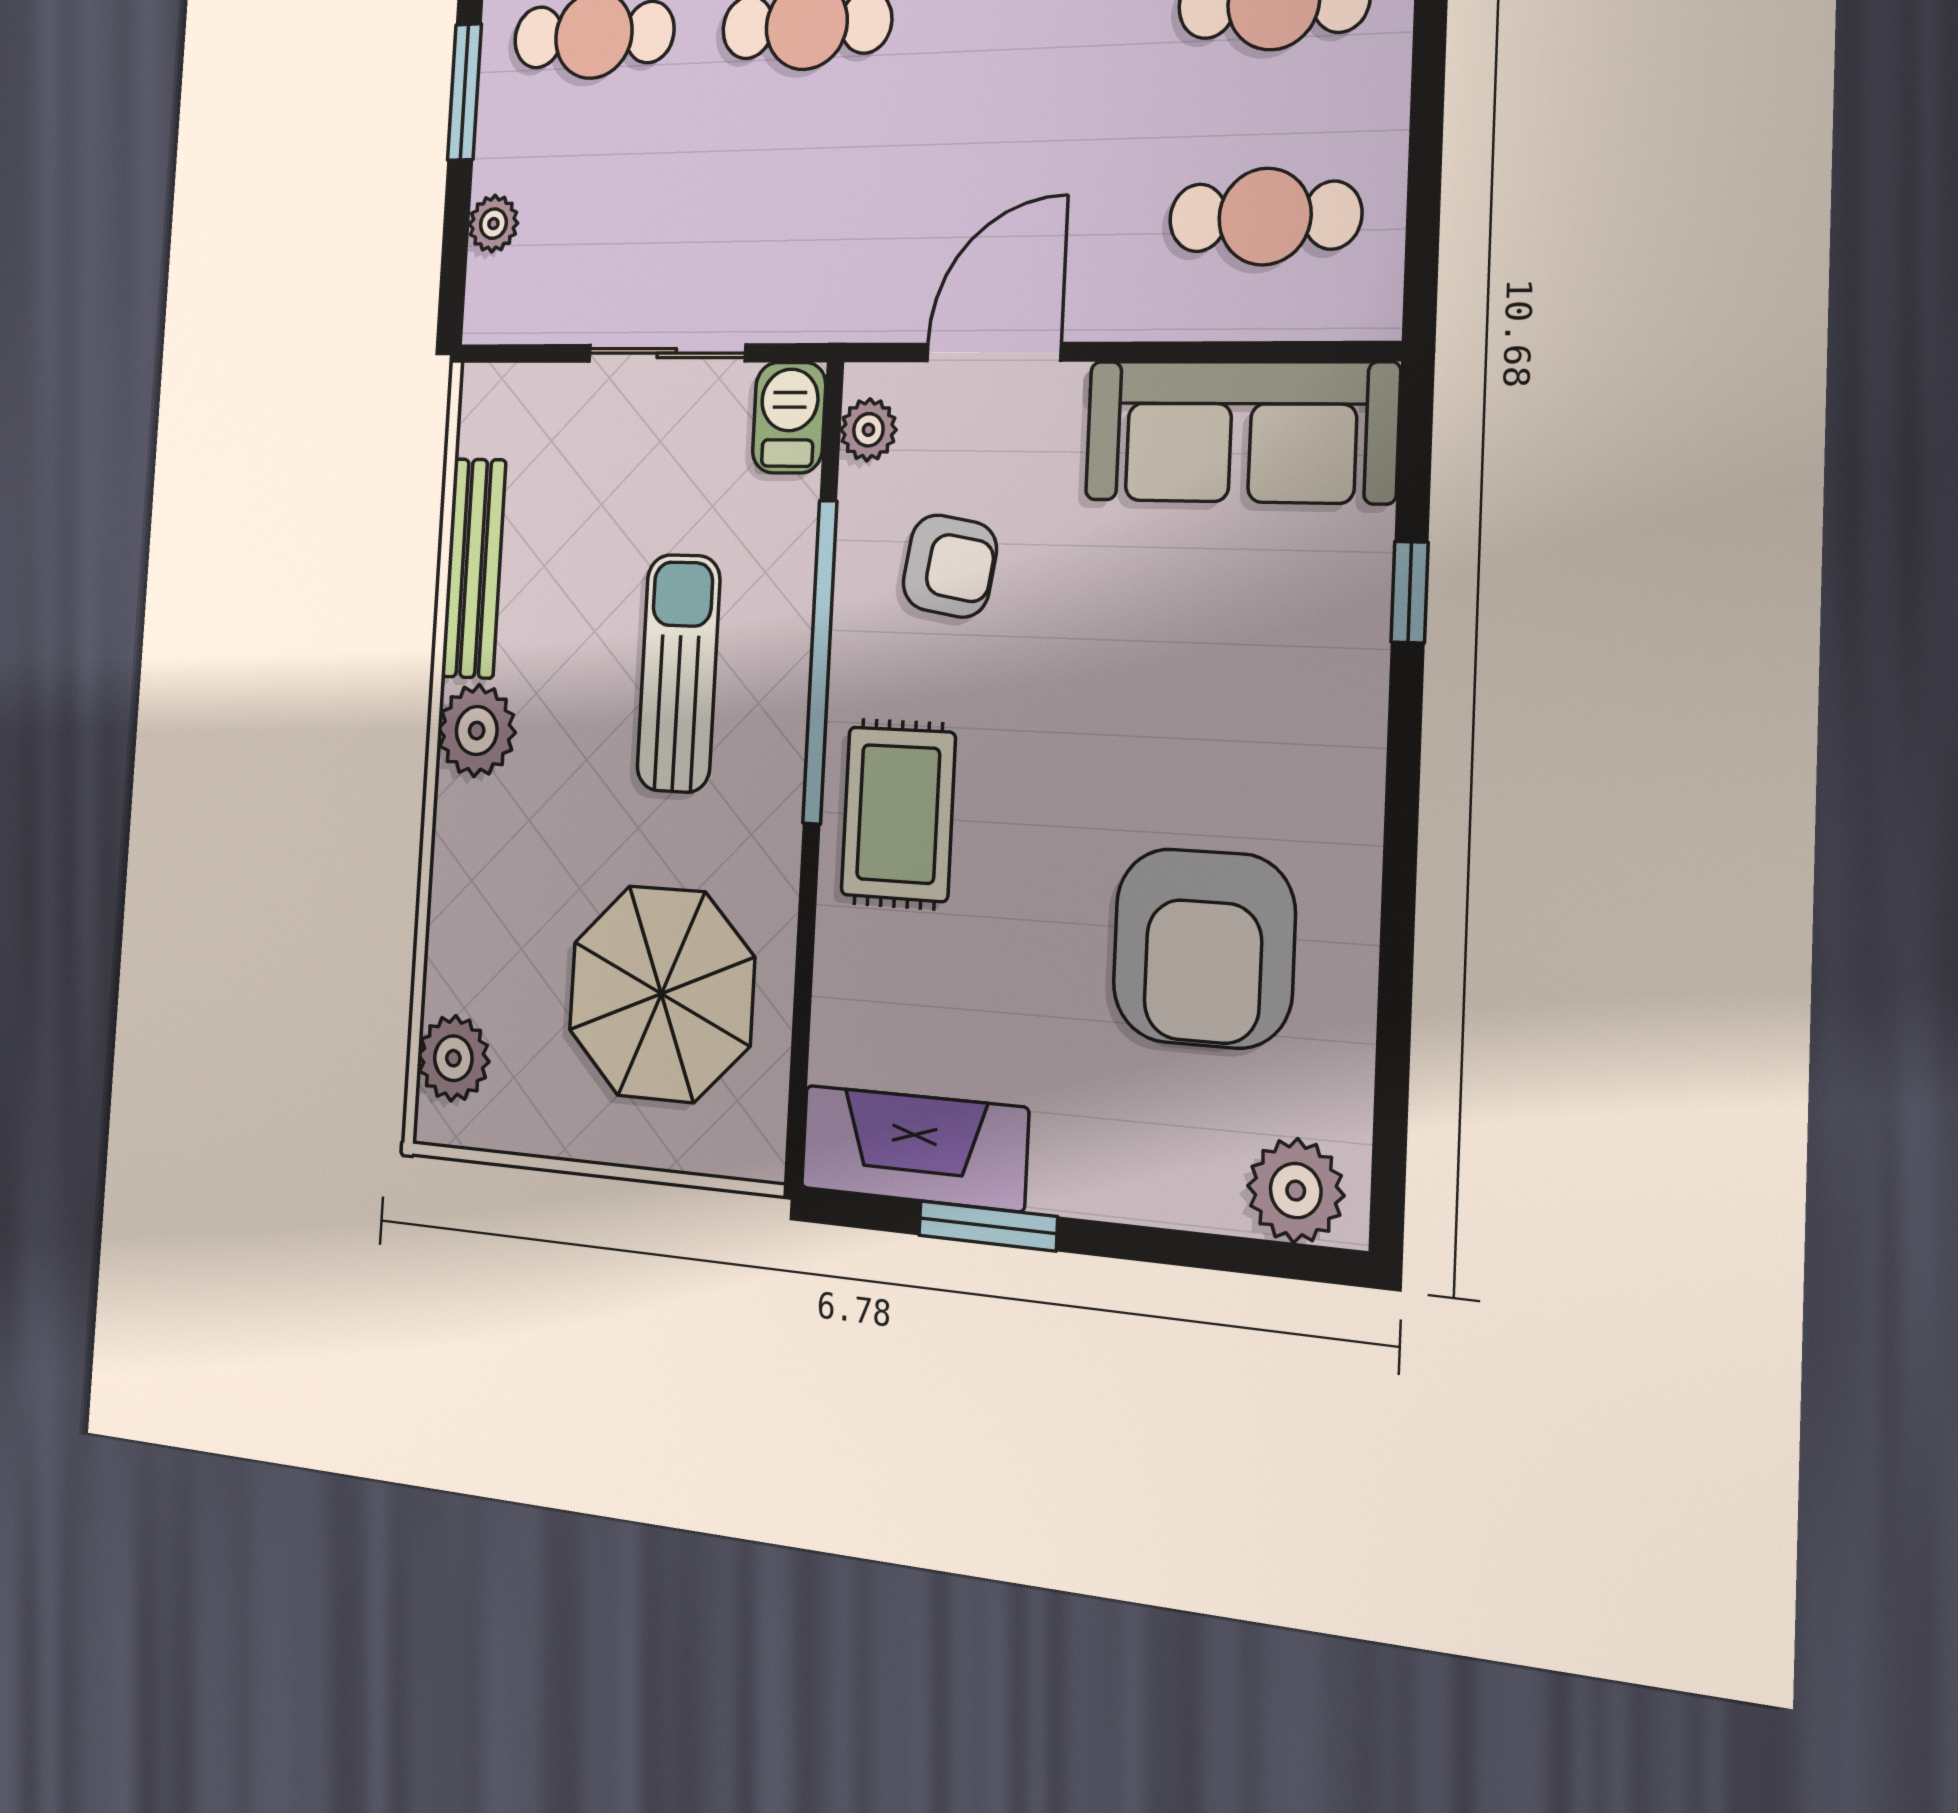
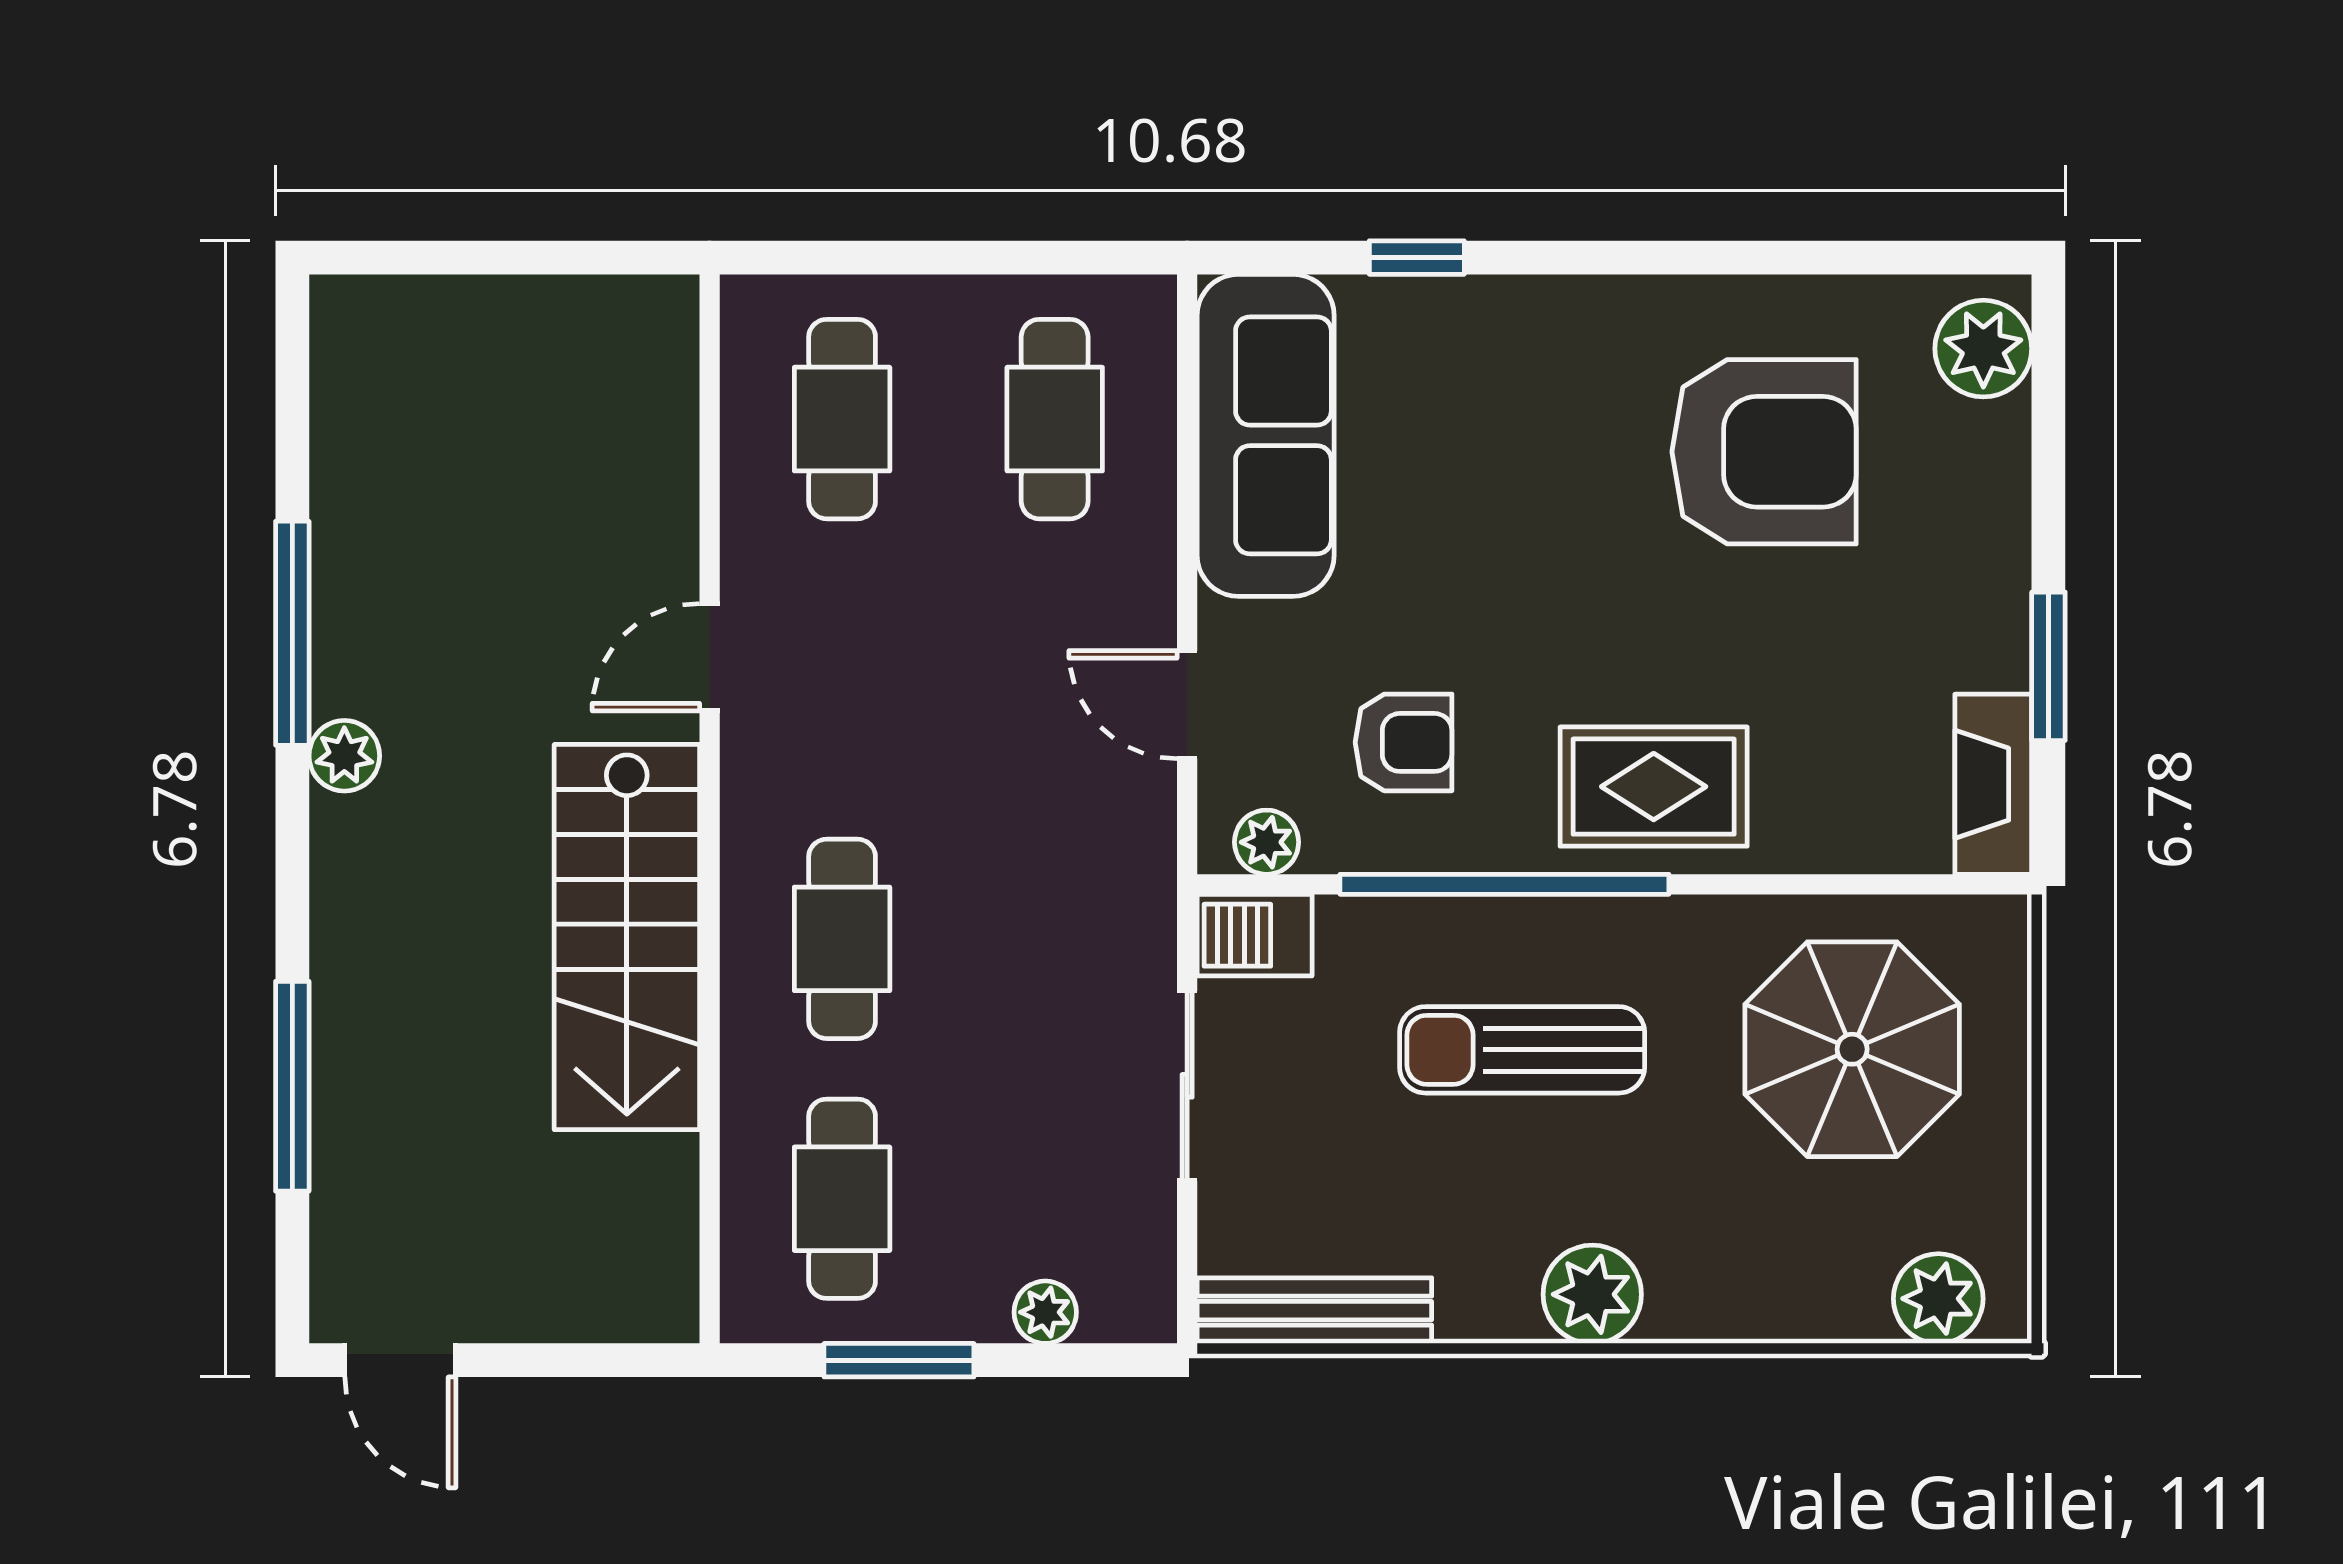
door: (994, 352) -> (1187, 705), width x0.73
armchair: (950, 566) -> (1404, 742), turned 81
bench: (474, 568) -> (1314, 1311), moved
fireplace: (914, 1148) -> (1993, 784), width x0.73, depth x0.76

